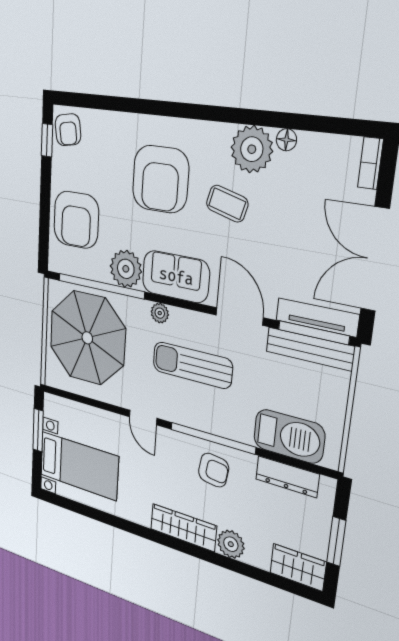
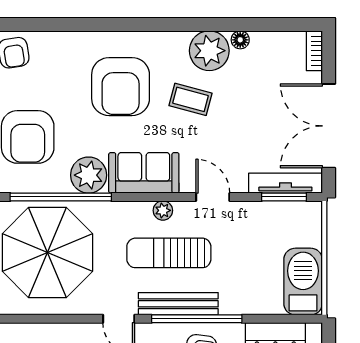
plant: (160, 313) -> (163, 210), moved
door: (239, 316) -> (213, 197), width x0.73
window: (313, 333) -> (284, 197), width x0.69
bench: (310, 349) -> (178, 304), moved
barbecue: (289, 436) -> (303, 282), moved, turned -90

